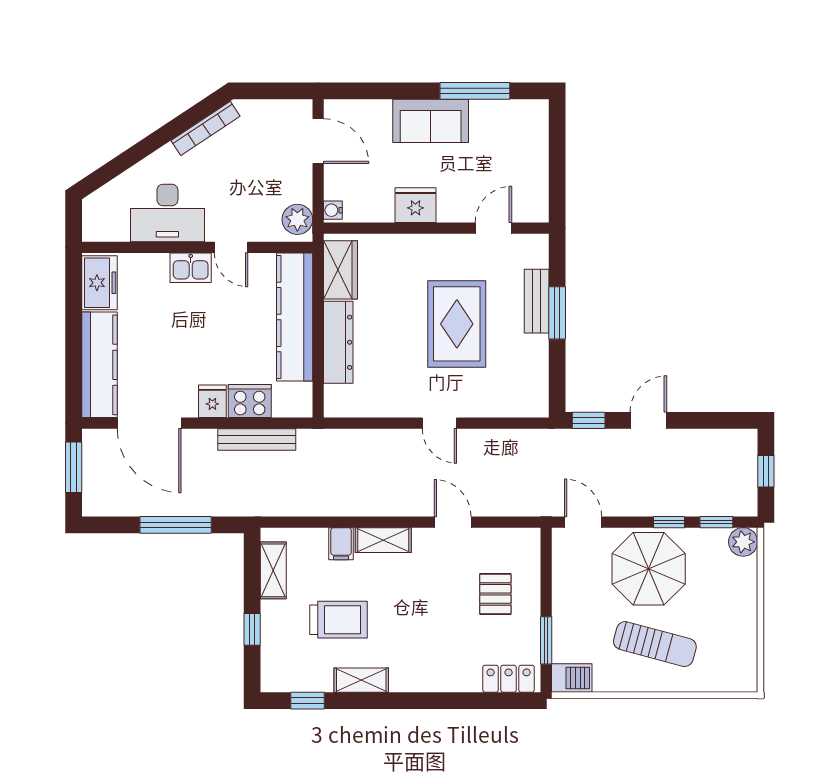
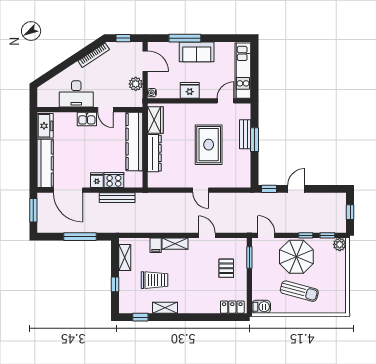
window: (270, 91) -> (123, 38), added
window: (475, 91) -> (185, 38), moved
kitchen unit: (532, 162) -> (243, 71), added
plant: (297, 219) -> (136, 84), moved
window: (546, 640) -> (249, 258), moved

